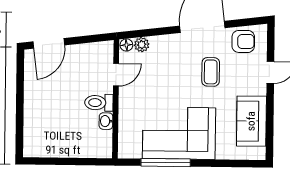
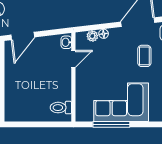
floor lamp: (126, 45) -> (104, 34), moved
toilet: (99, 103) -> (61, 108), moved
washbasin: (106, 121) -> (66, 42), moved

